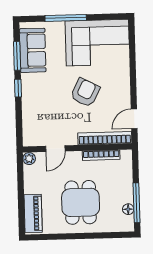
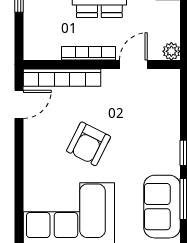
bookcase: (101, 155) -> (88, 53), moved

